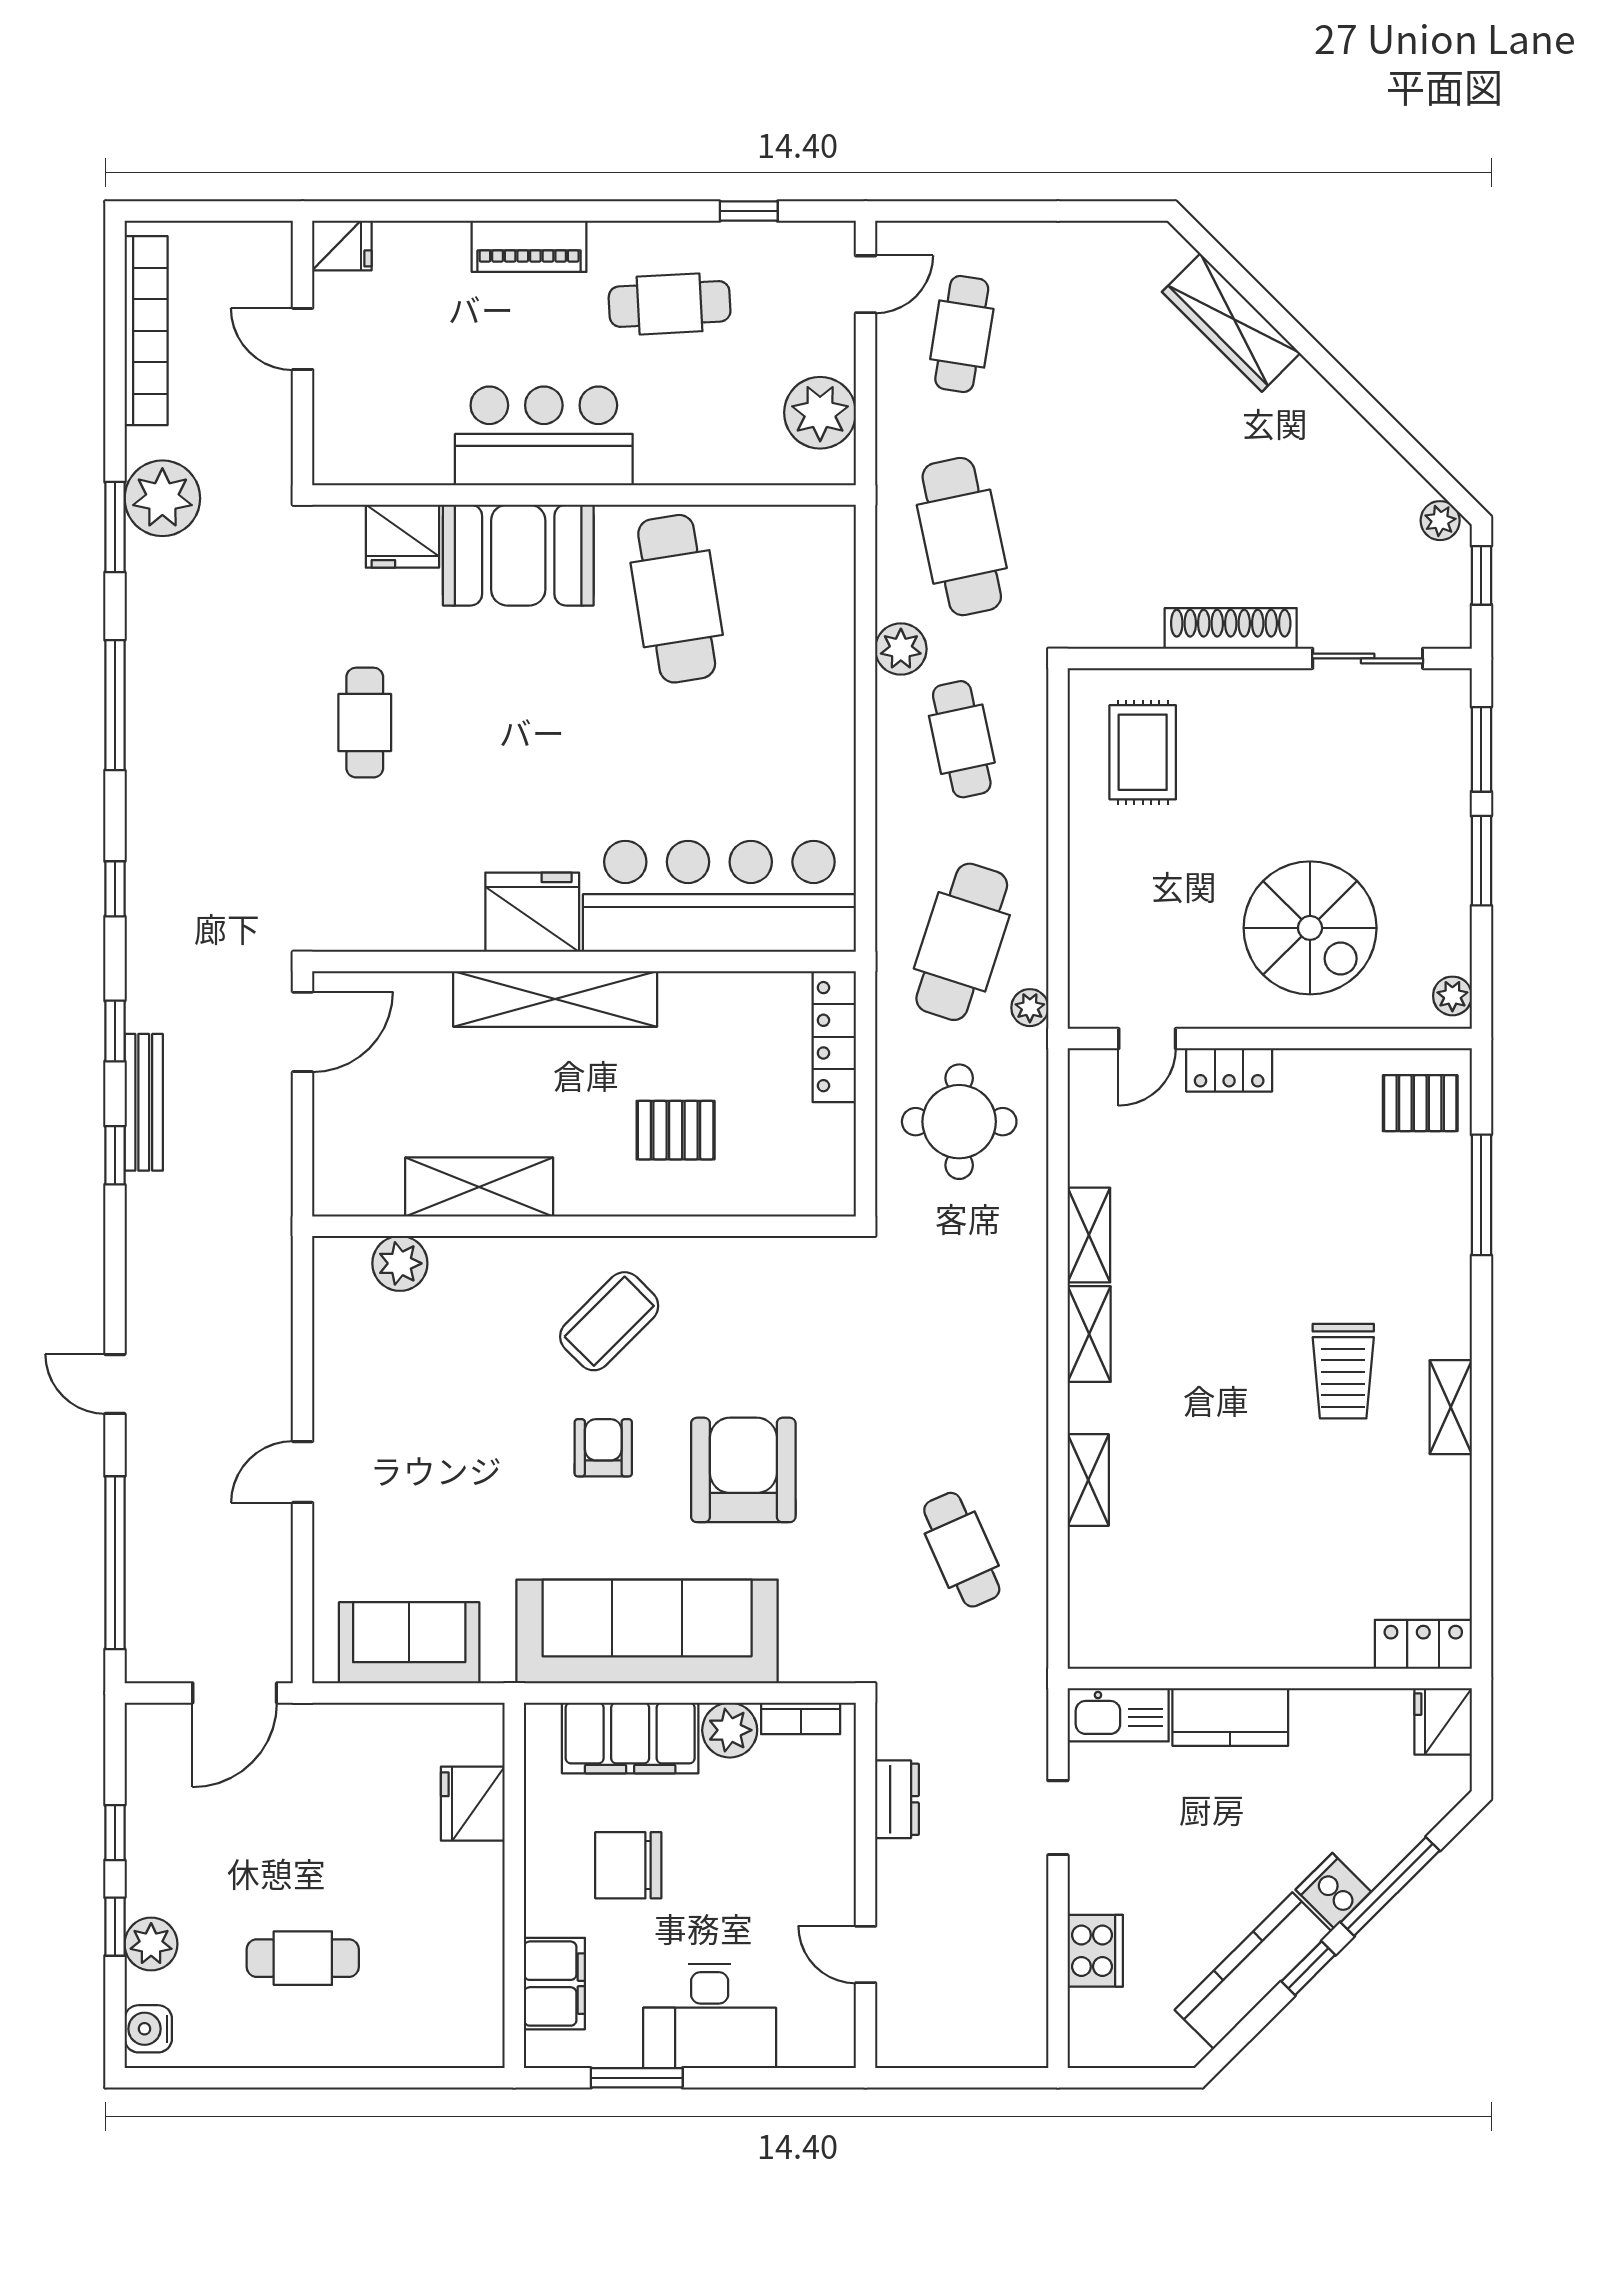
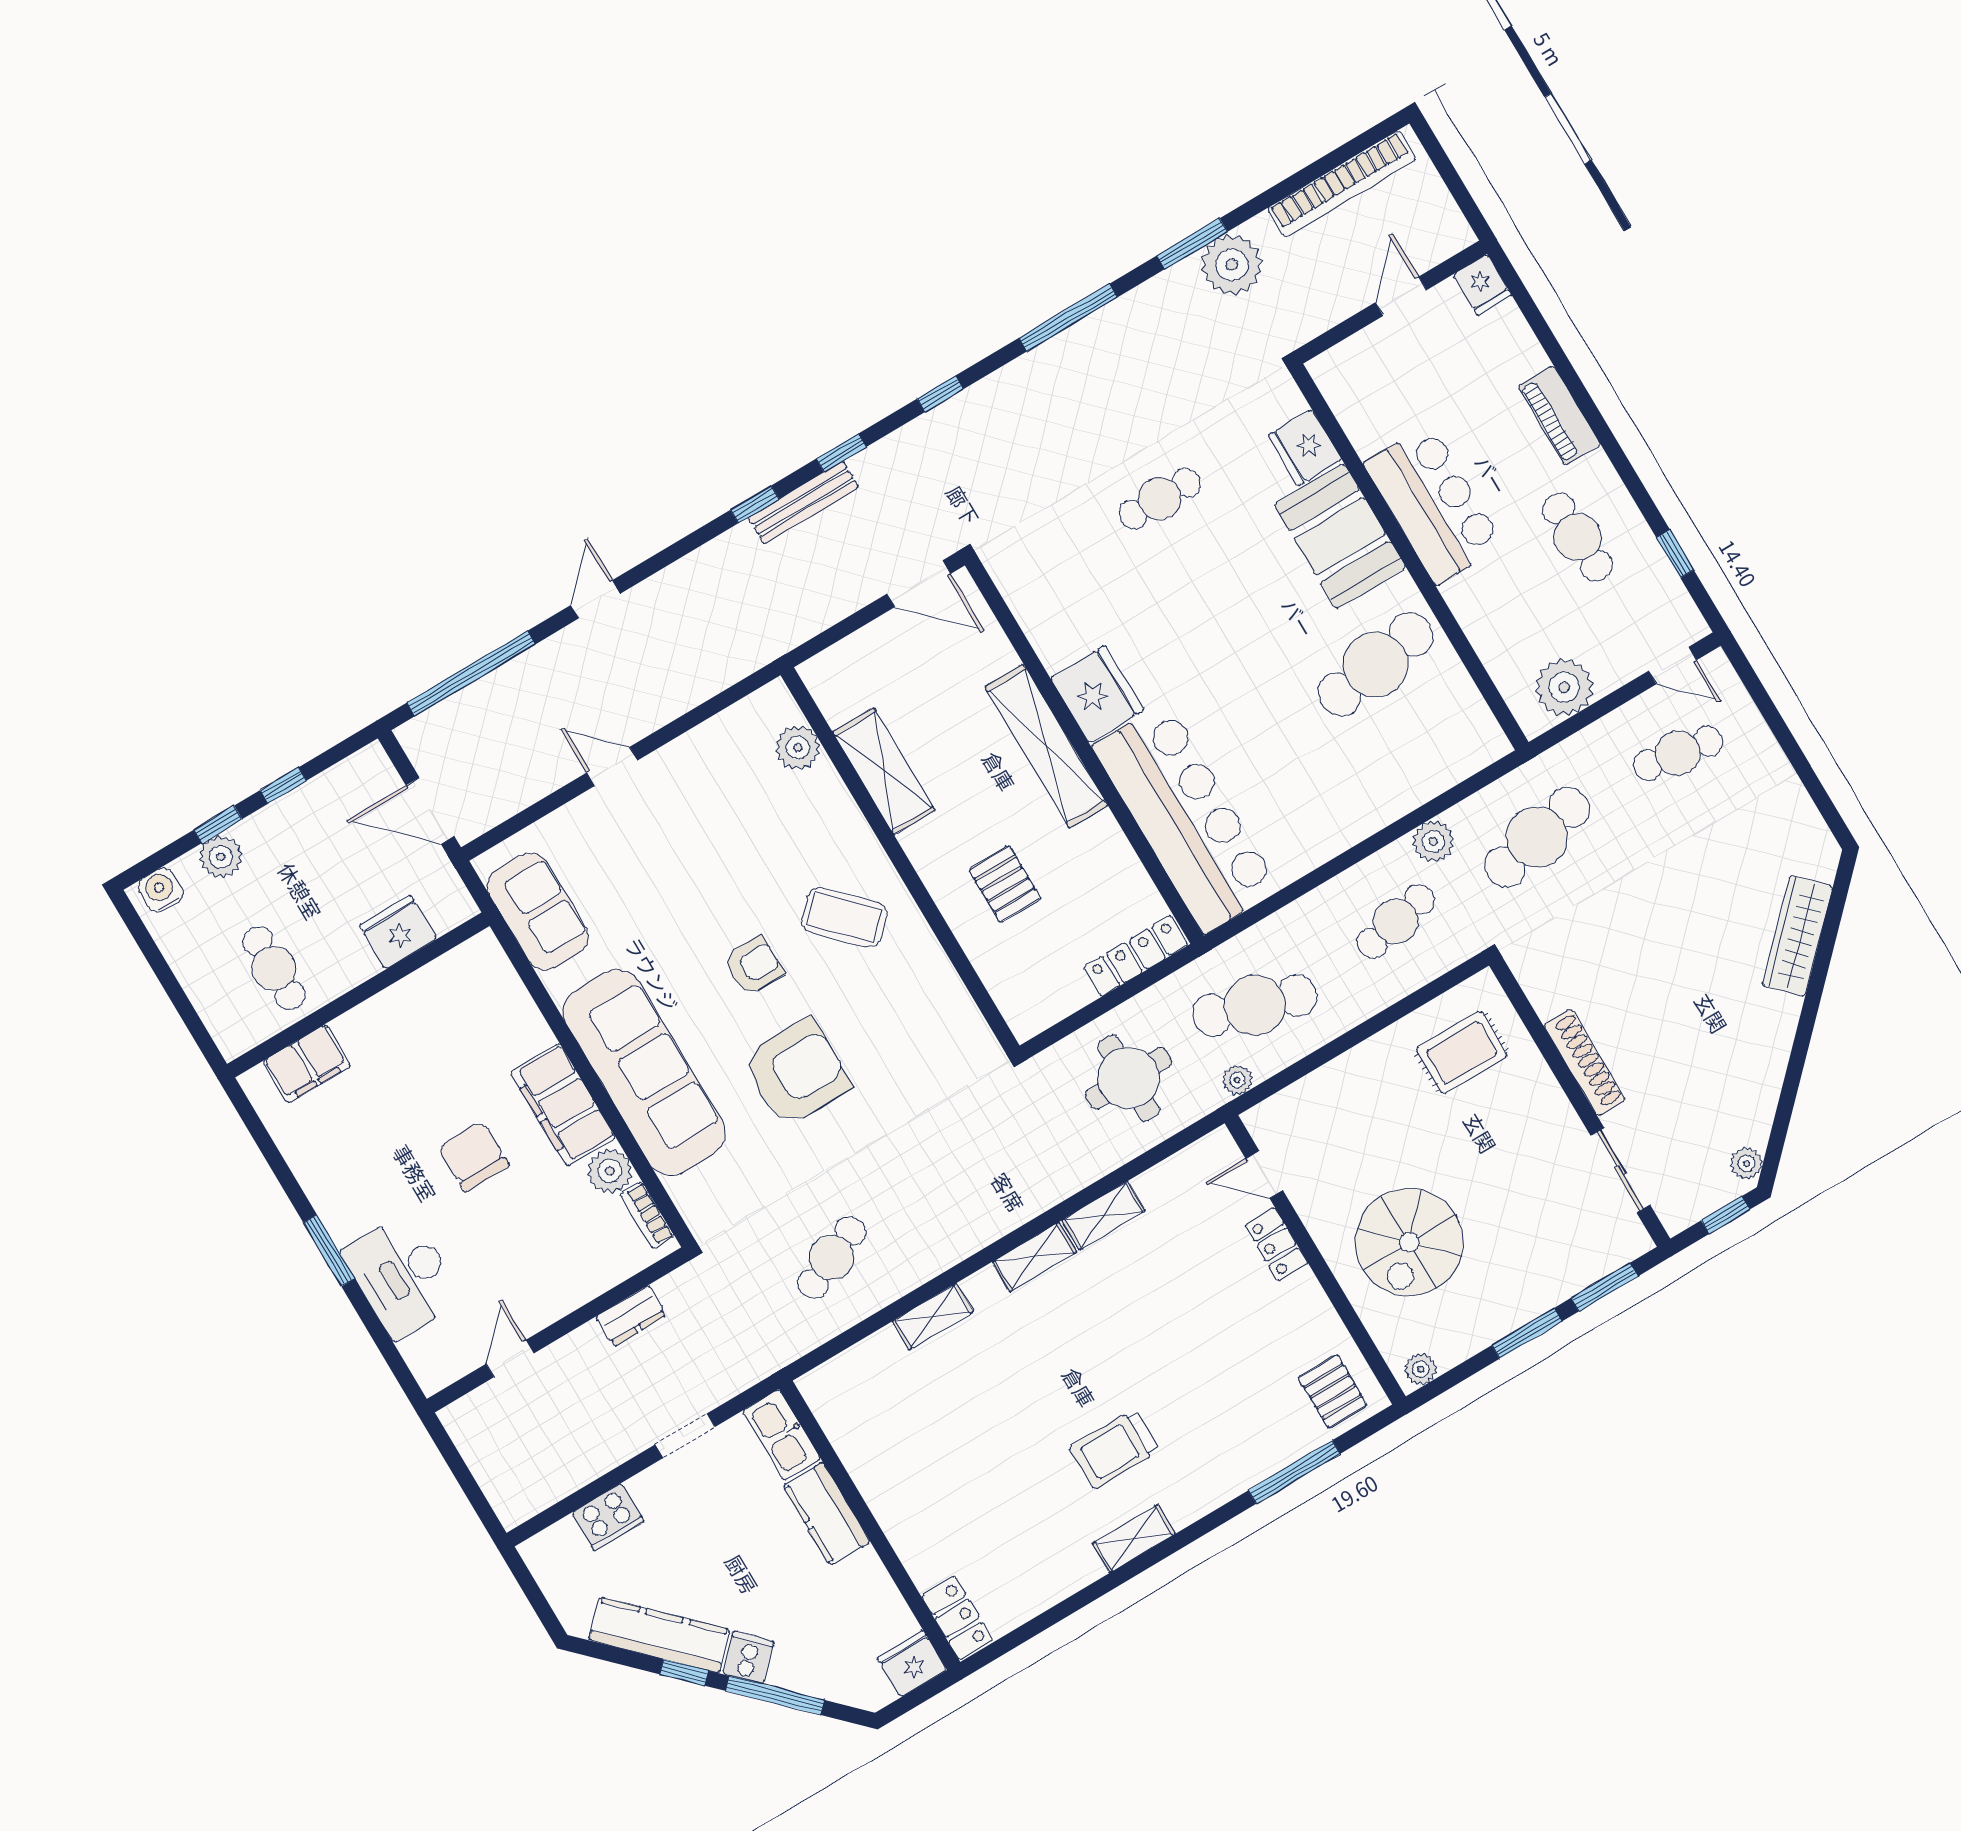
fridge: (473, 1804) -> (398, 932), moved
wall: (514, 1885) -> (358, 995), moved
filing cabinet: (554, 1984) -> (307, 1064), moved

